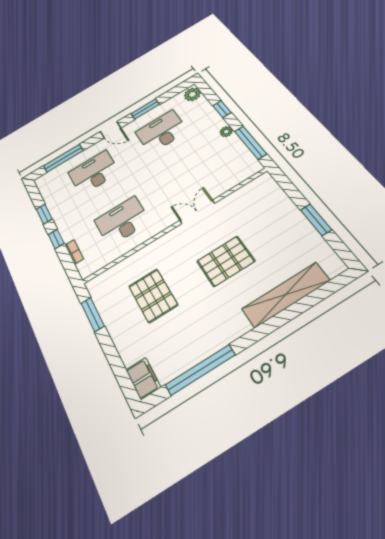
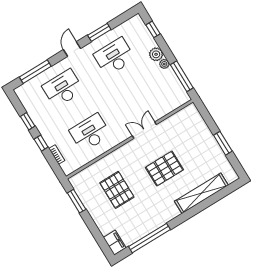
plant: (192, 94) -> (156, 54), moved
window: (222, 109) -> (153, 29), moved
door: (111, 130) -> (72, 49), swing flipped

